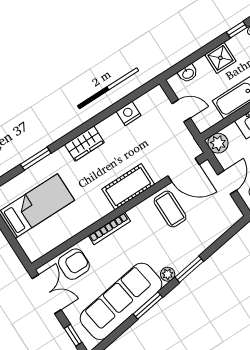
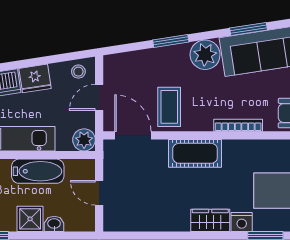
washbasin: (188, 73) -> (54, 224), moved
nightstand: (129, 113) -> (242, 222), moved
window: (189, 269) -> (171, 41), moved
plant: (168, 274) -> (205, 55), width x1.88, depth x1.88

